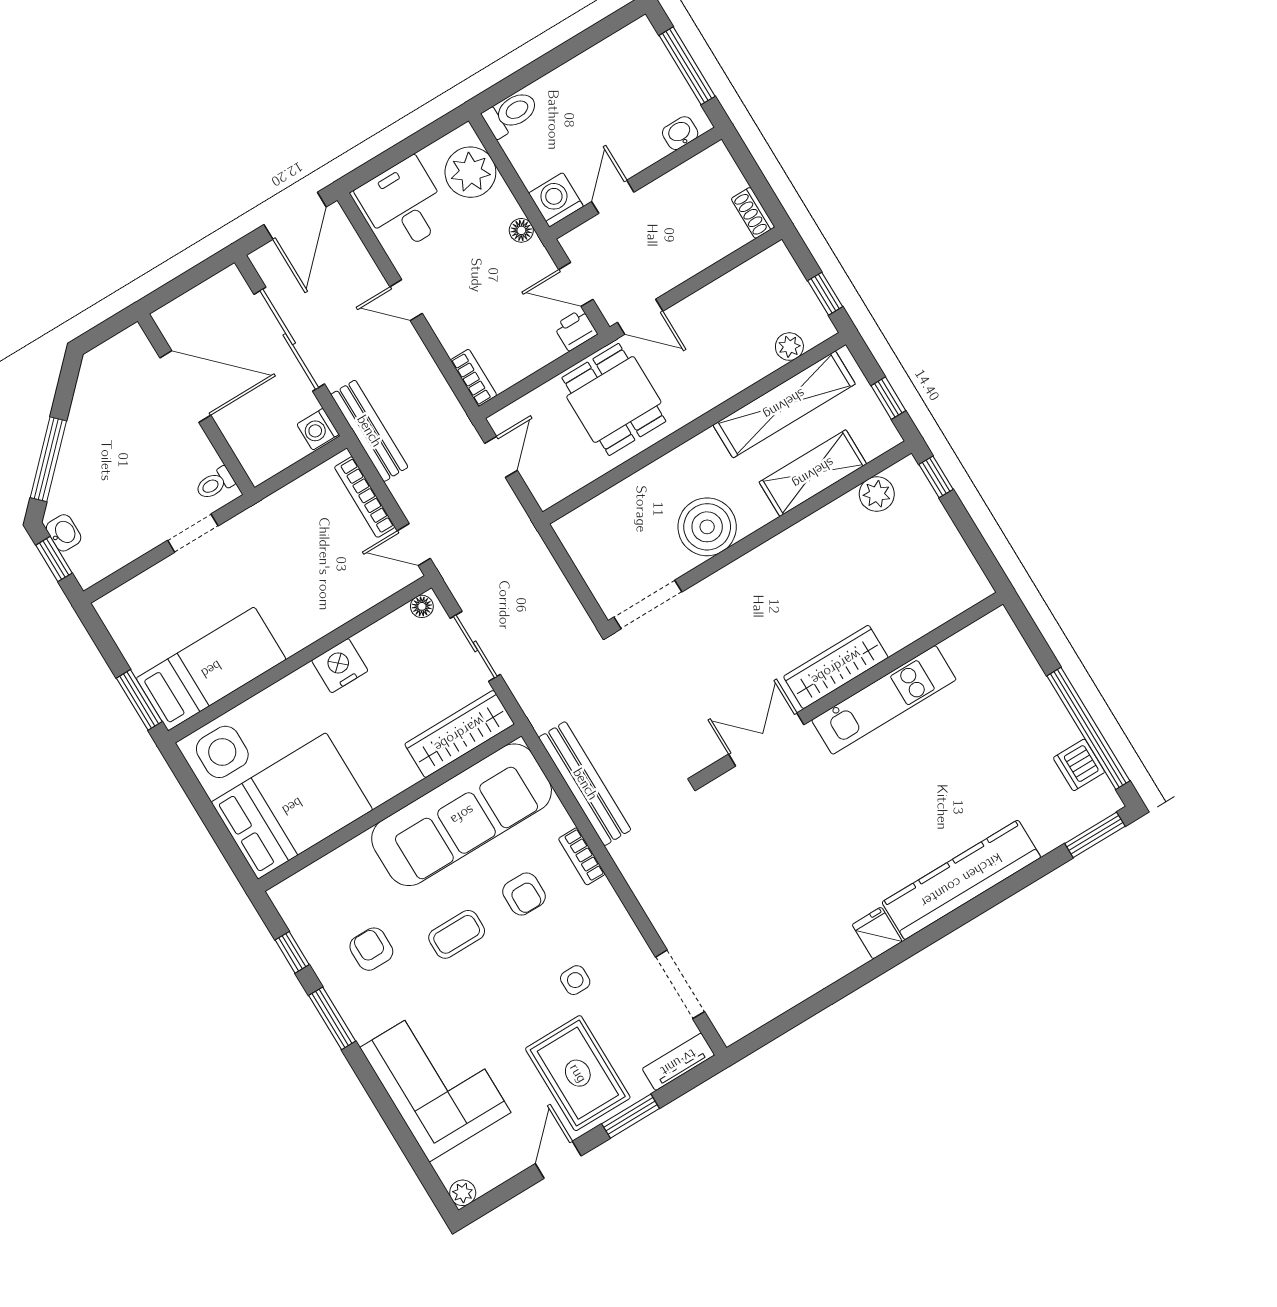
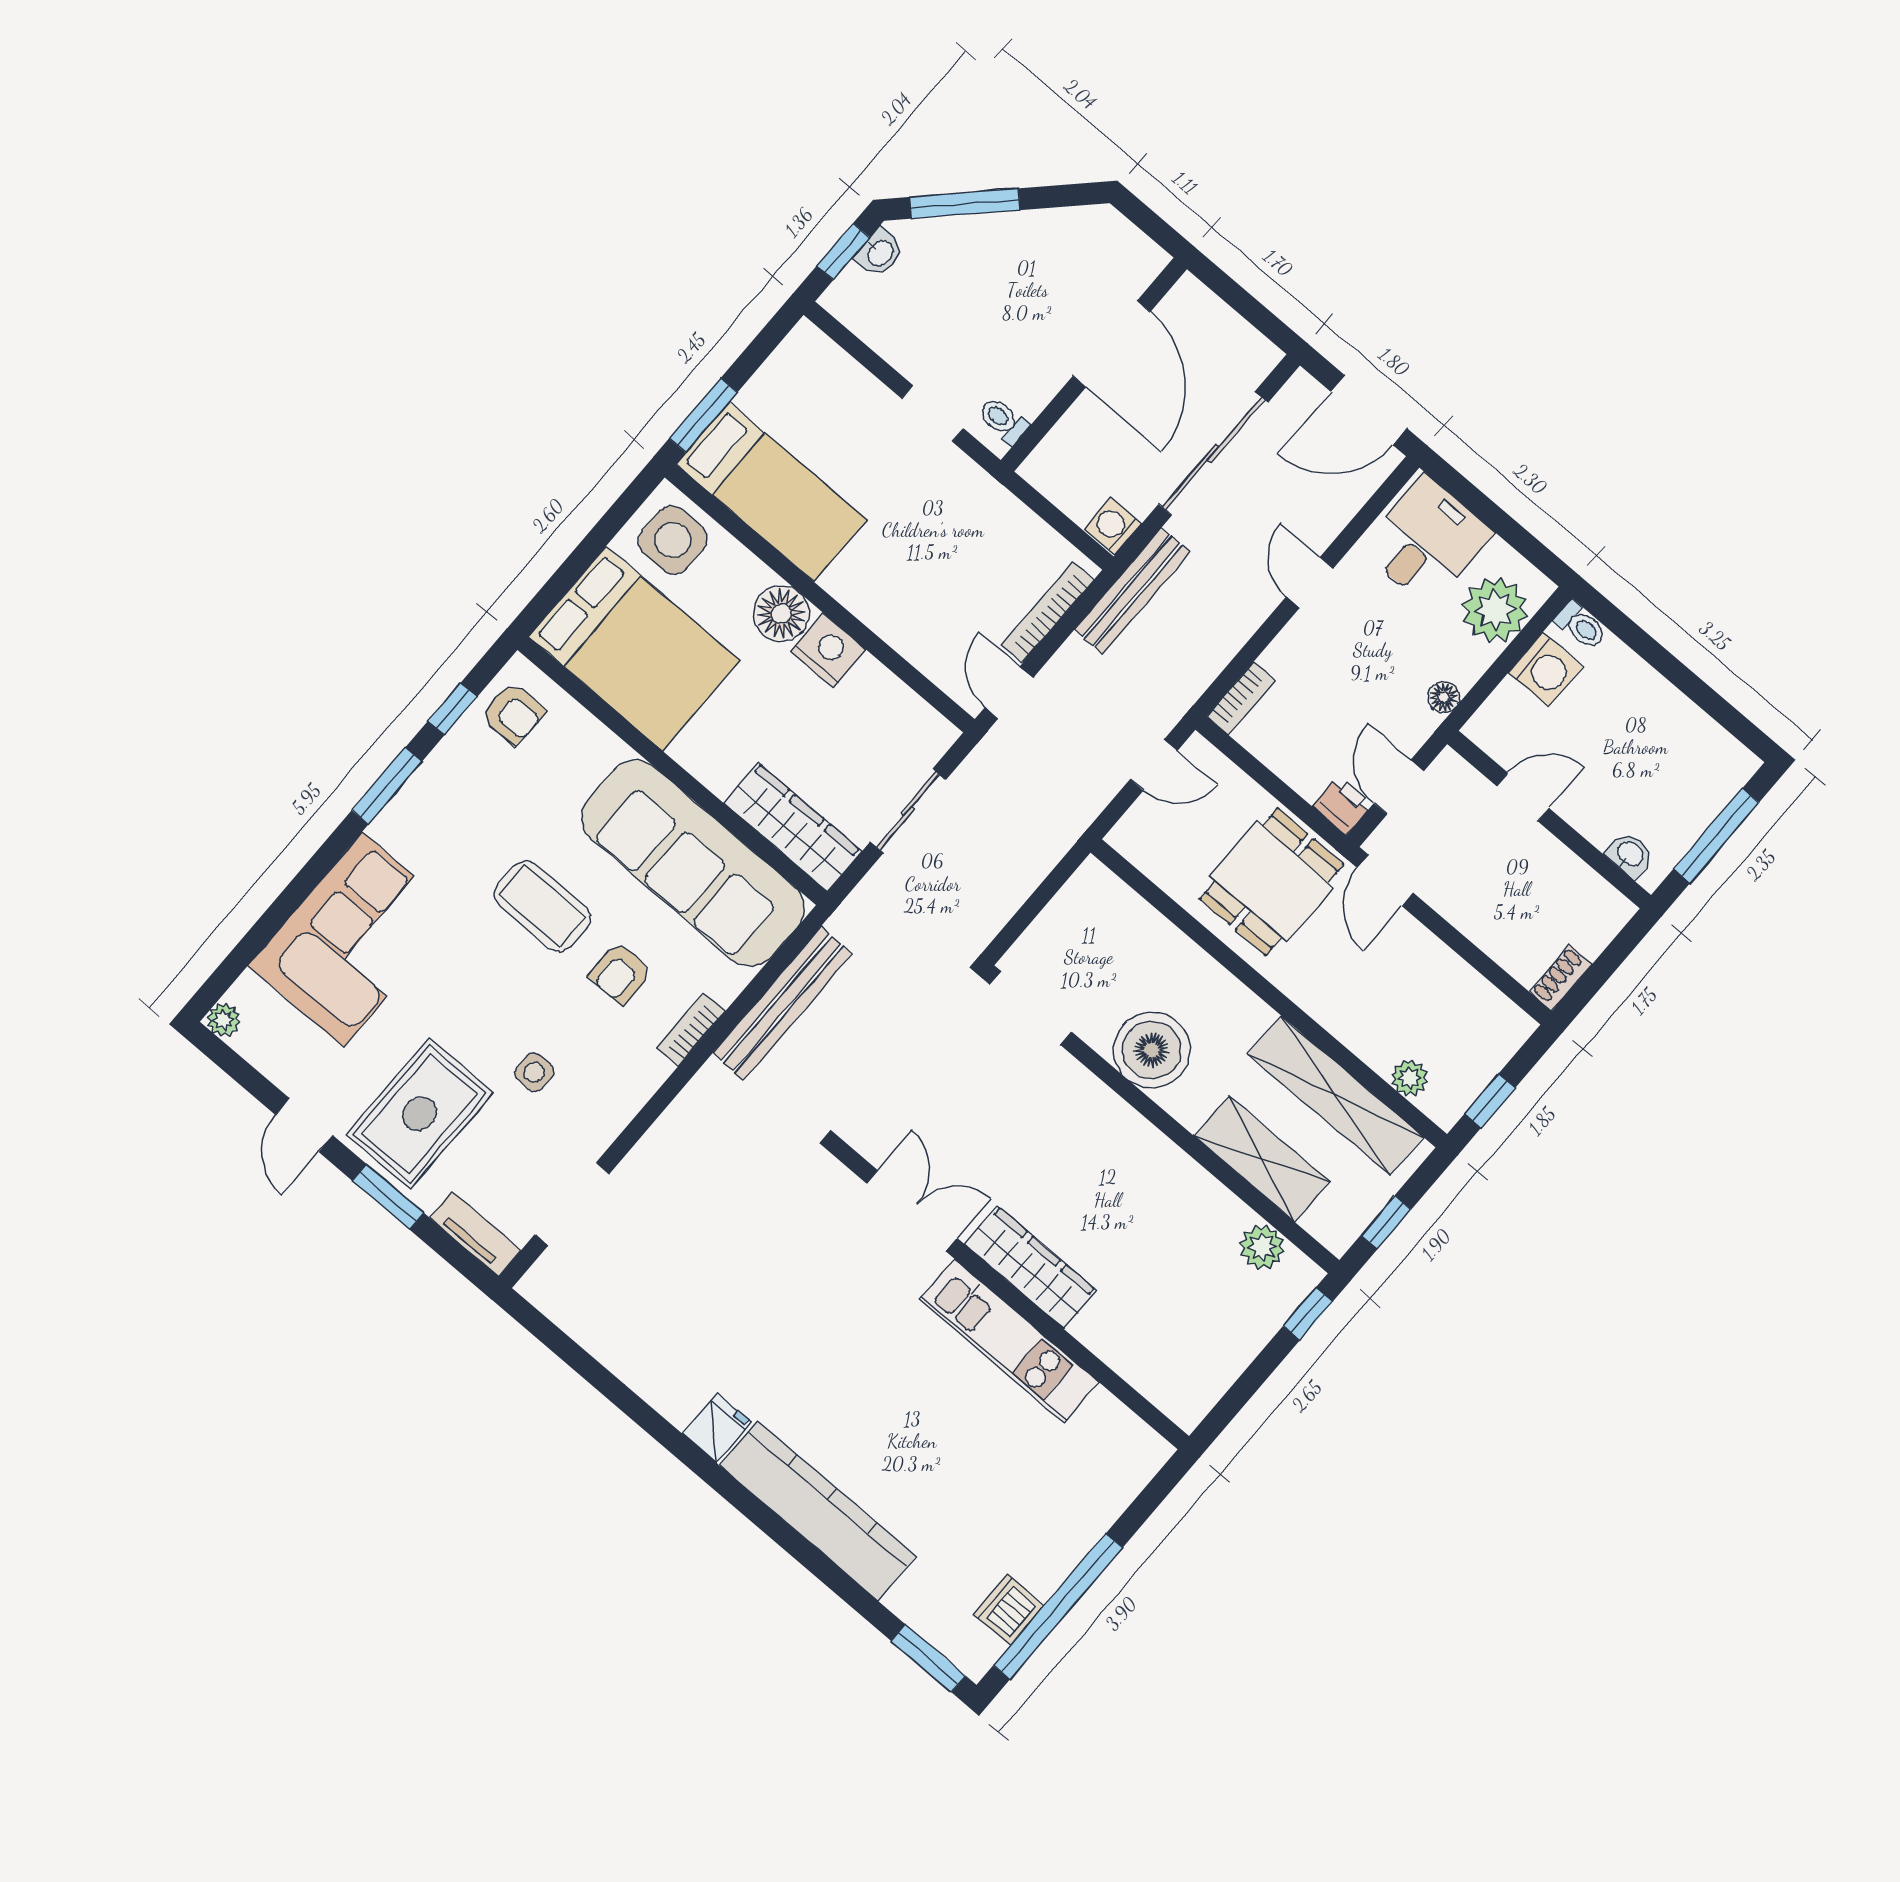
toilet: (511, 114) -> (1581, 625), width x0.73, depth x0.72
washing machine: (556, 200) -> (1546, 670), moved, turned 90
floor lamp: (422, 606) -> (781, 614), moved, width x1.89, depth x1.89
coffee table: (457, 934) -> (542, 906), width x1.36, depth x1.30
armchair: (371, 949) -> (513, 714), moved, turned 90
door: (558, 1160) -> (304, 1125), swing flipped

